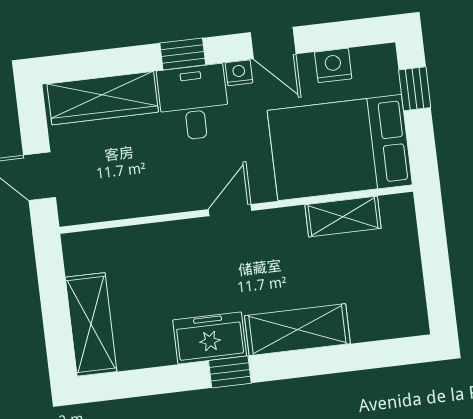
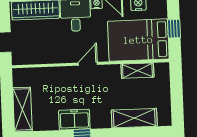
window: (415, 89) -> (174, 29), moved
shelving: (297, 330) -> (134, 118), moved

